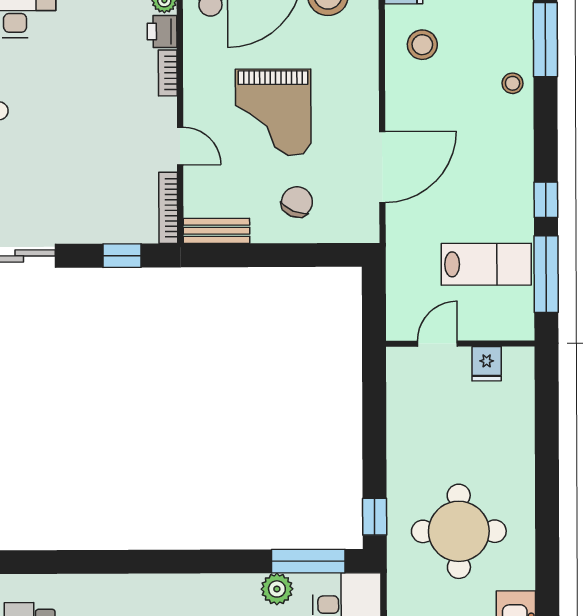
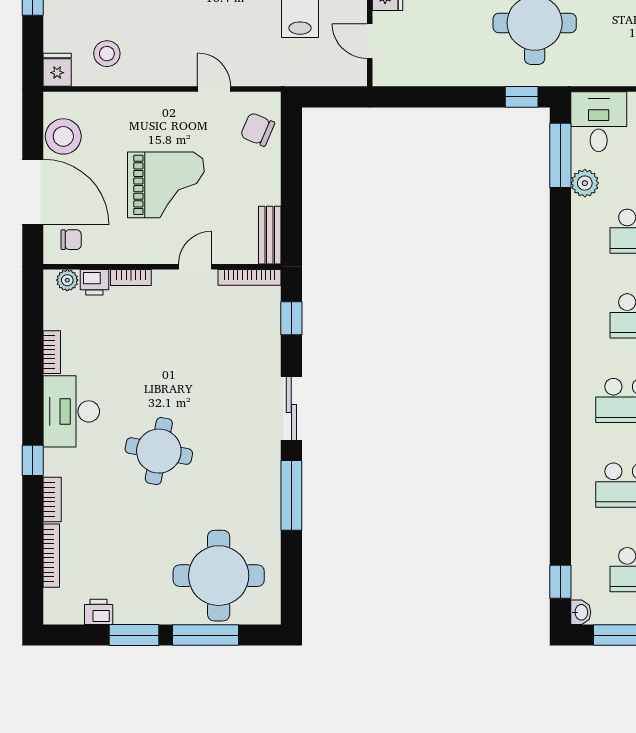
door: (382, 167) -> (214, 89), width x0.53
chair: (297, 202) -> (258, 129), moved

